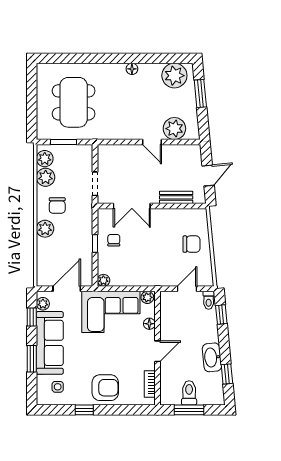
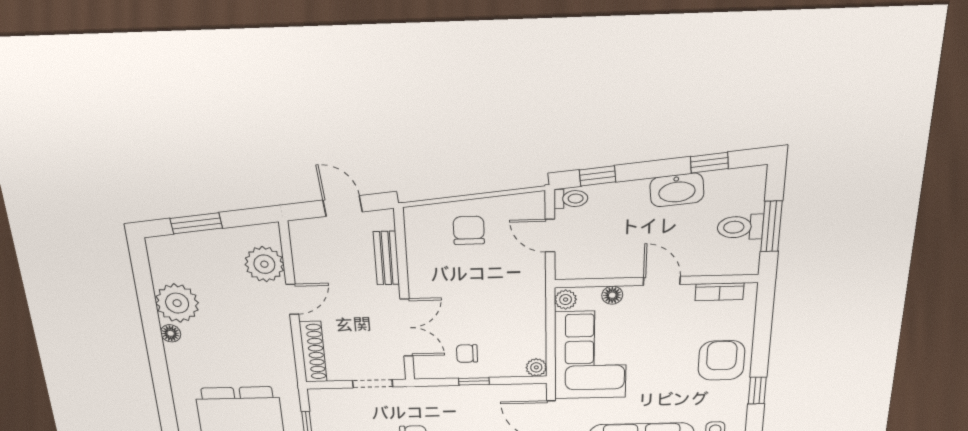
plant: (174, 76) -> (177, 303), moved
shoe rack: (118, 151) -> (313, 352), added

